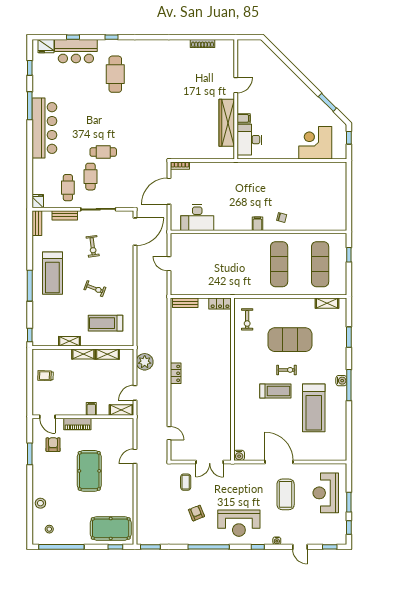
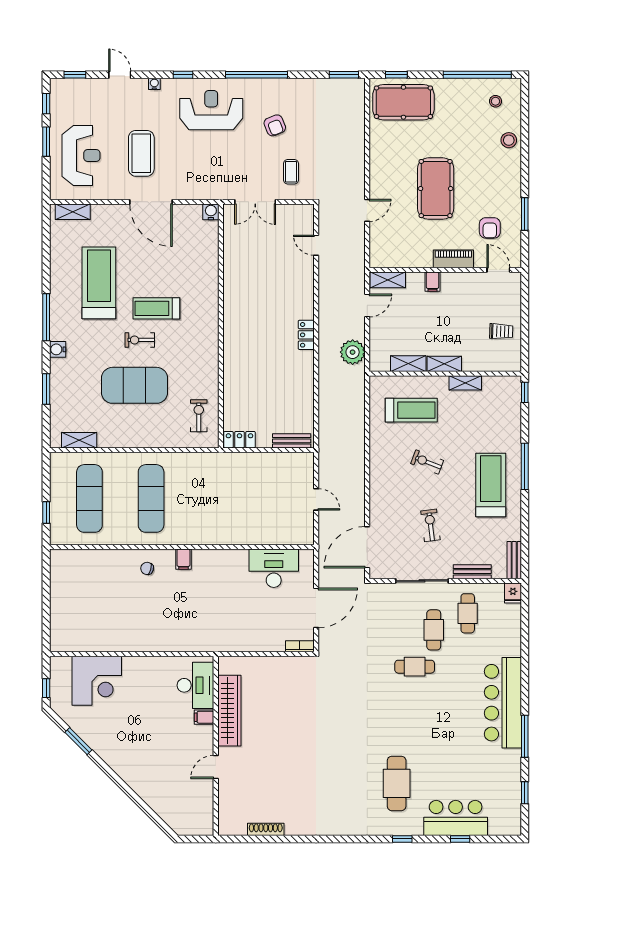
fridge: (46, 46) -> (500, 825), removed
water cooler: (341, 381) -> (58, 349), moved
shelving: (331, 455) -> (73, 212), added
double door: (210, 462) -> (255, 202), swing flipped

